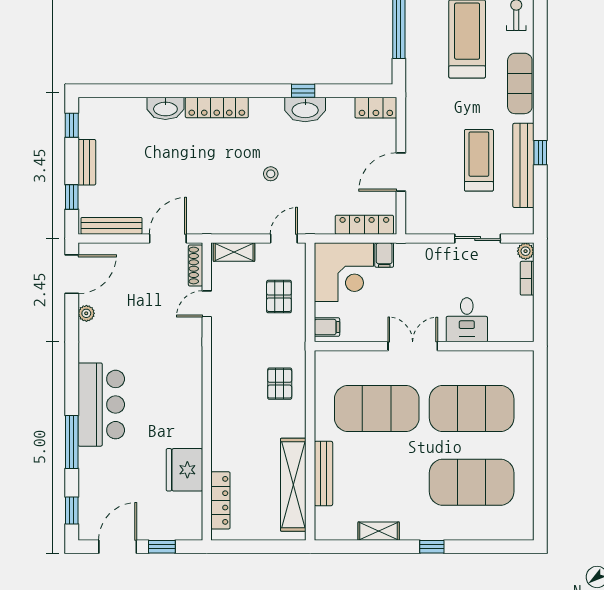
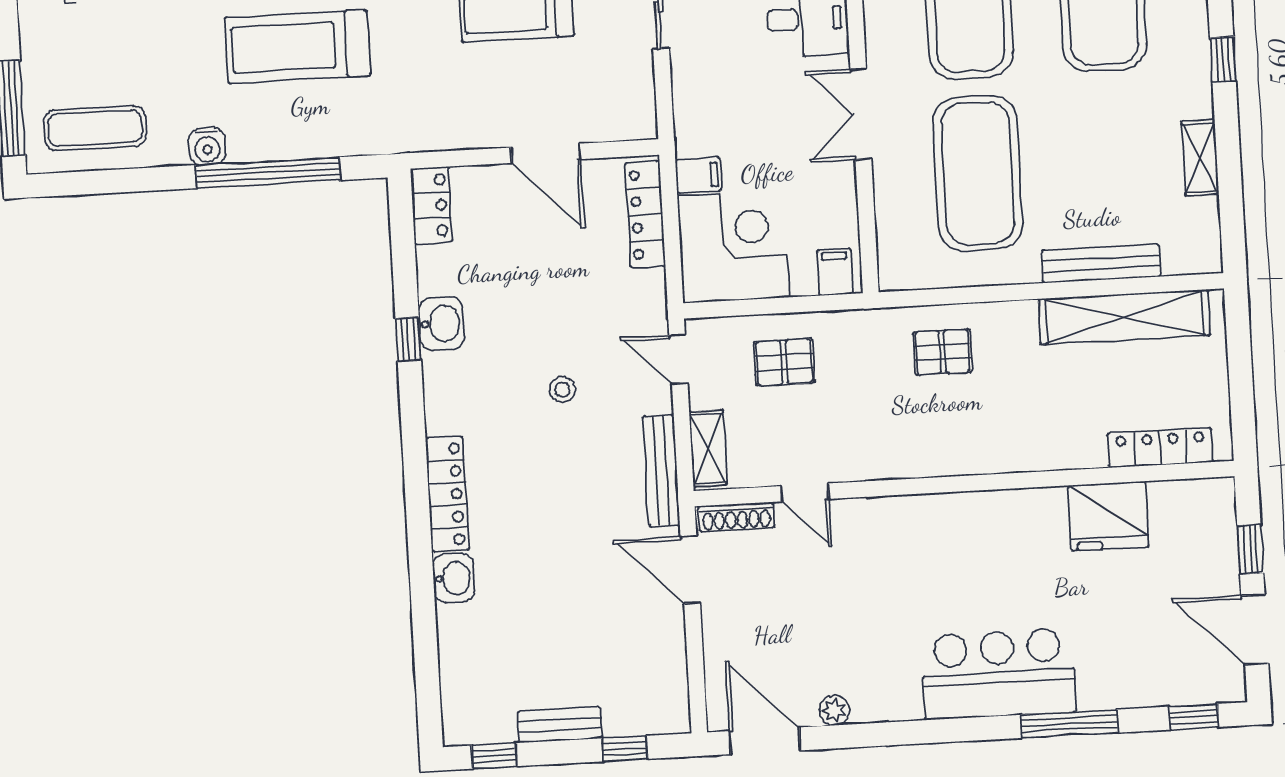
washbasin: (165, 108) -> (454, 578), width x0.72
washbasin: (305, 109) -> (441, 324), width x0.72
bench: (111, 226) -> (661, 471), moved

